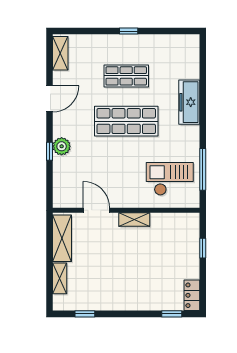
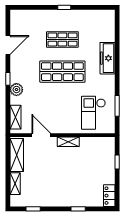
shelving: (60, 53) -> (16, 117), moved
door: (50, 99) -> (8, 45), moved
window: (50, 151) -> (8, 79), moved
window: (203, 169) -> (117, 106), width x0.69
checkout: (170, 179) -> (93, 113), turned -90
window: (172, 314) -> (78, 209), moved

